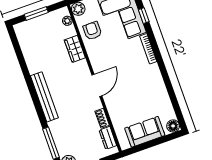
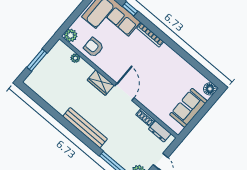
plant: (67, 21) -> (75, 58), moved
wardrobe: (75, 49) -> (101, 83), moved

